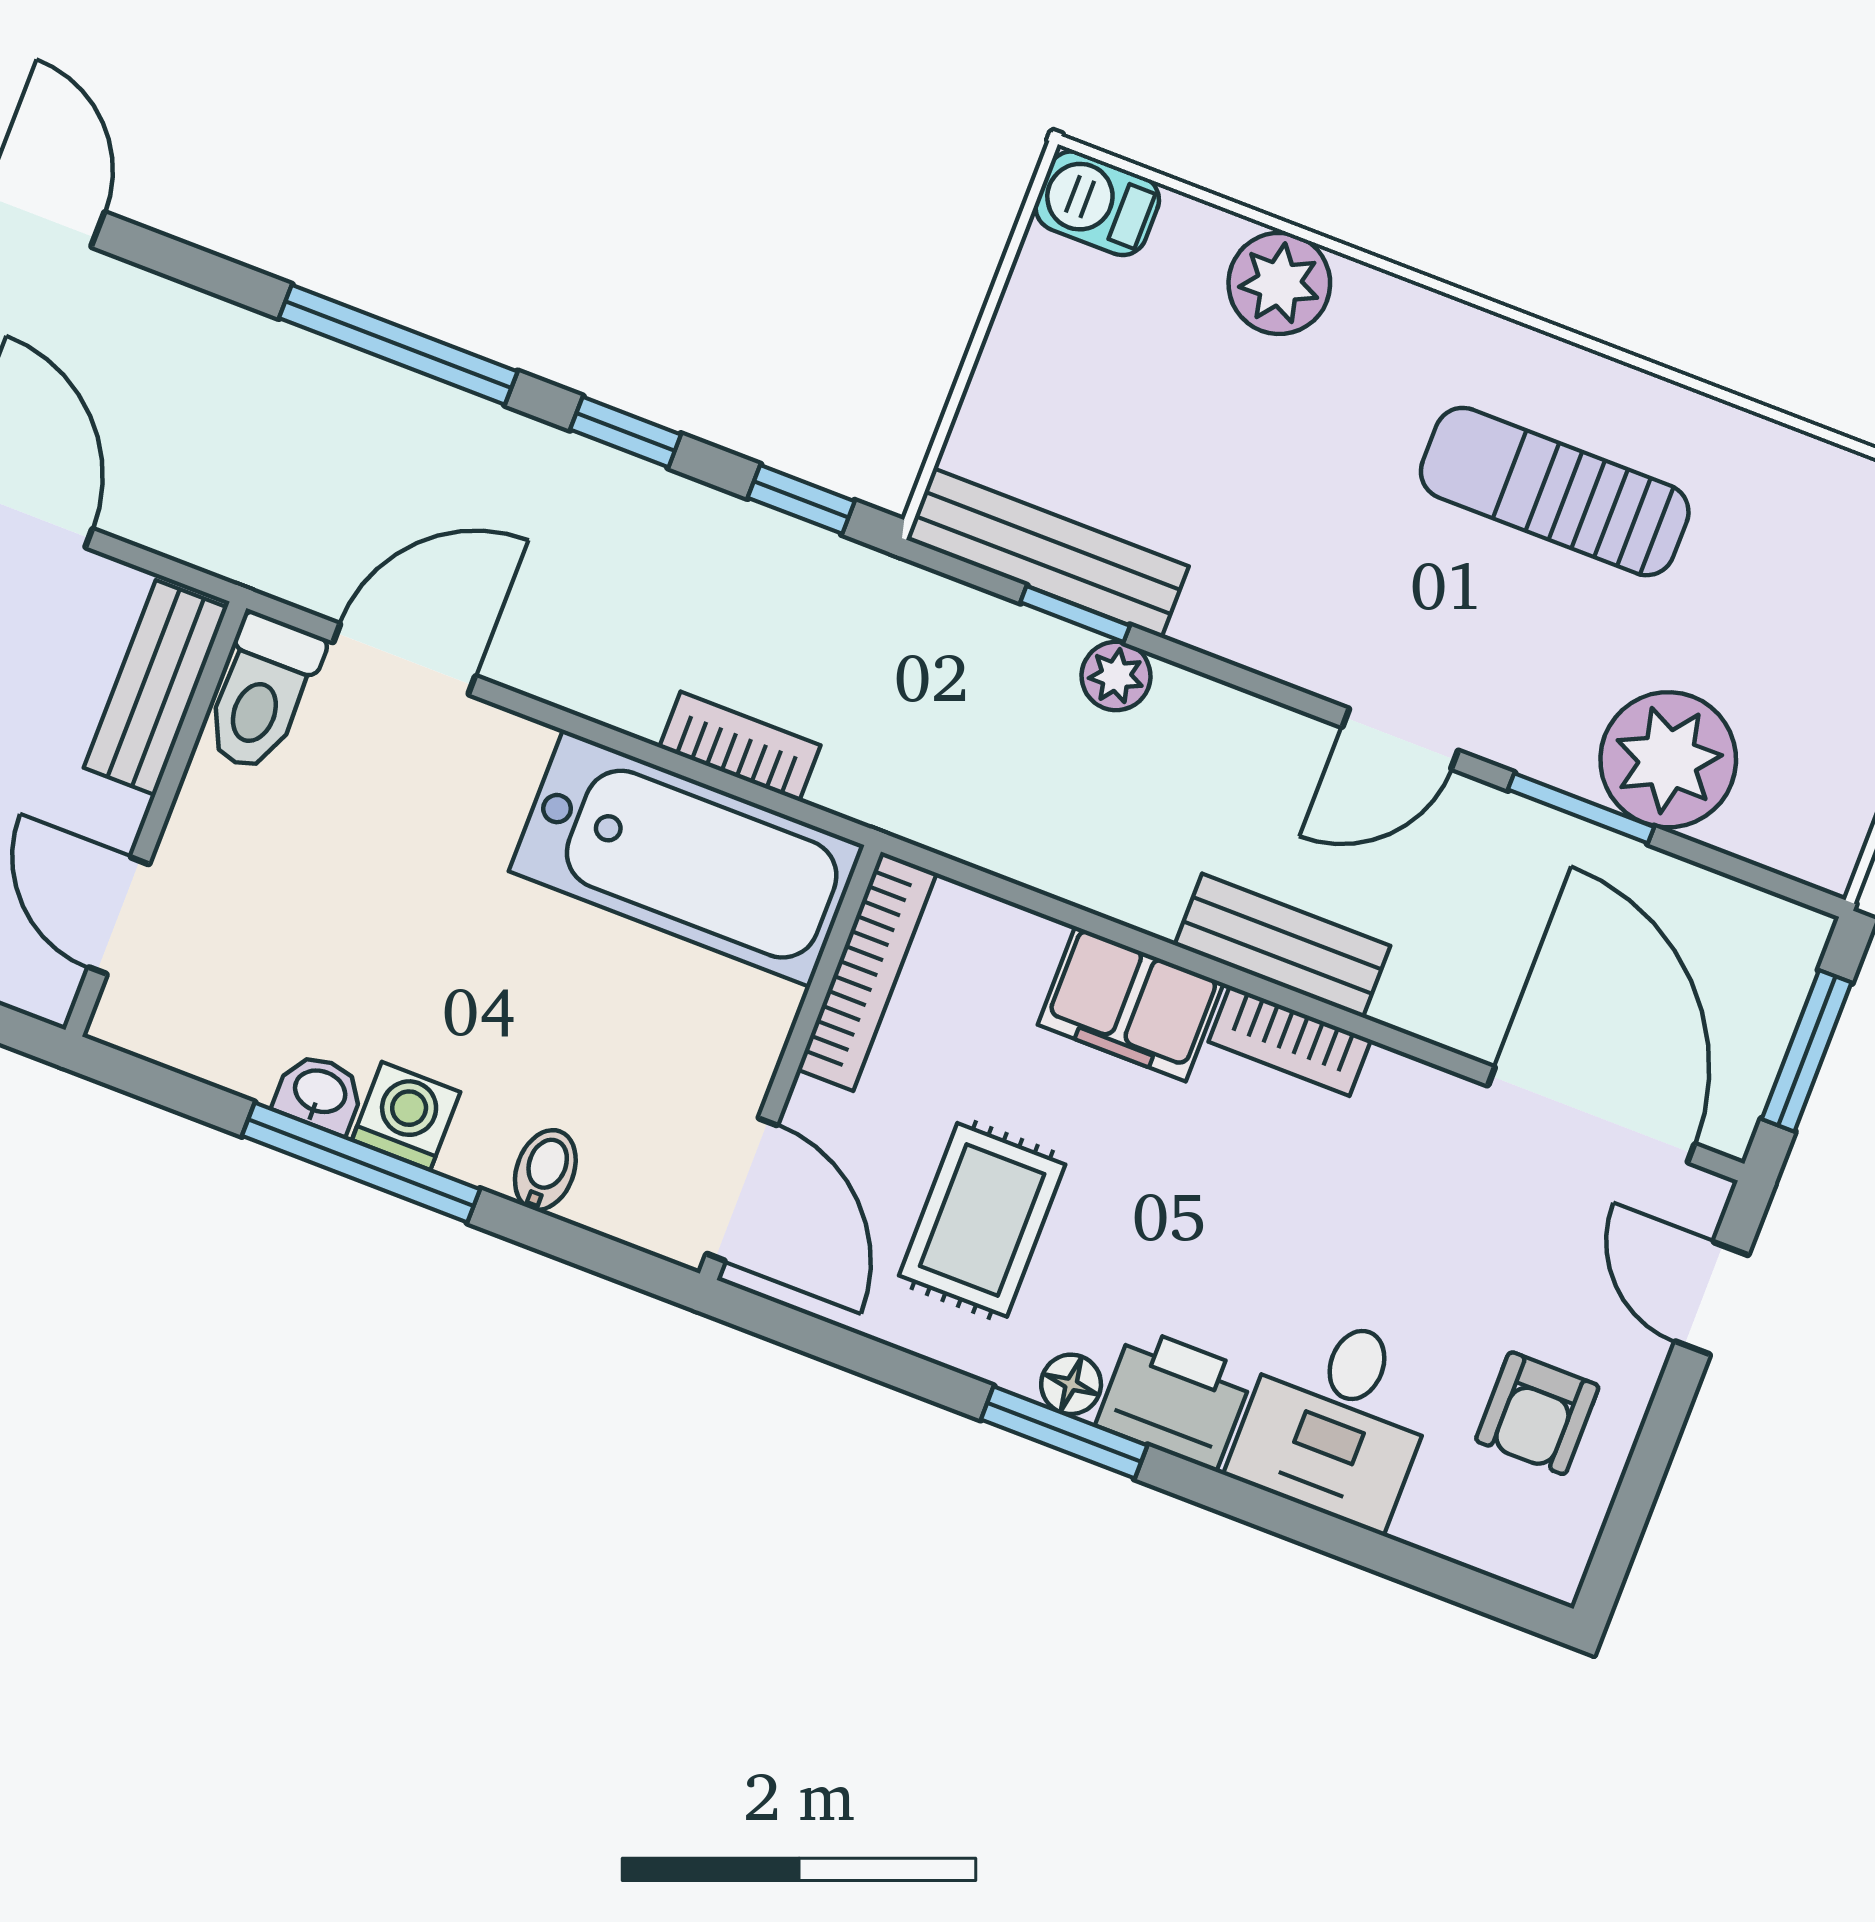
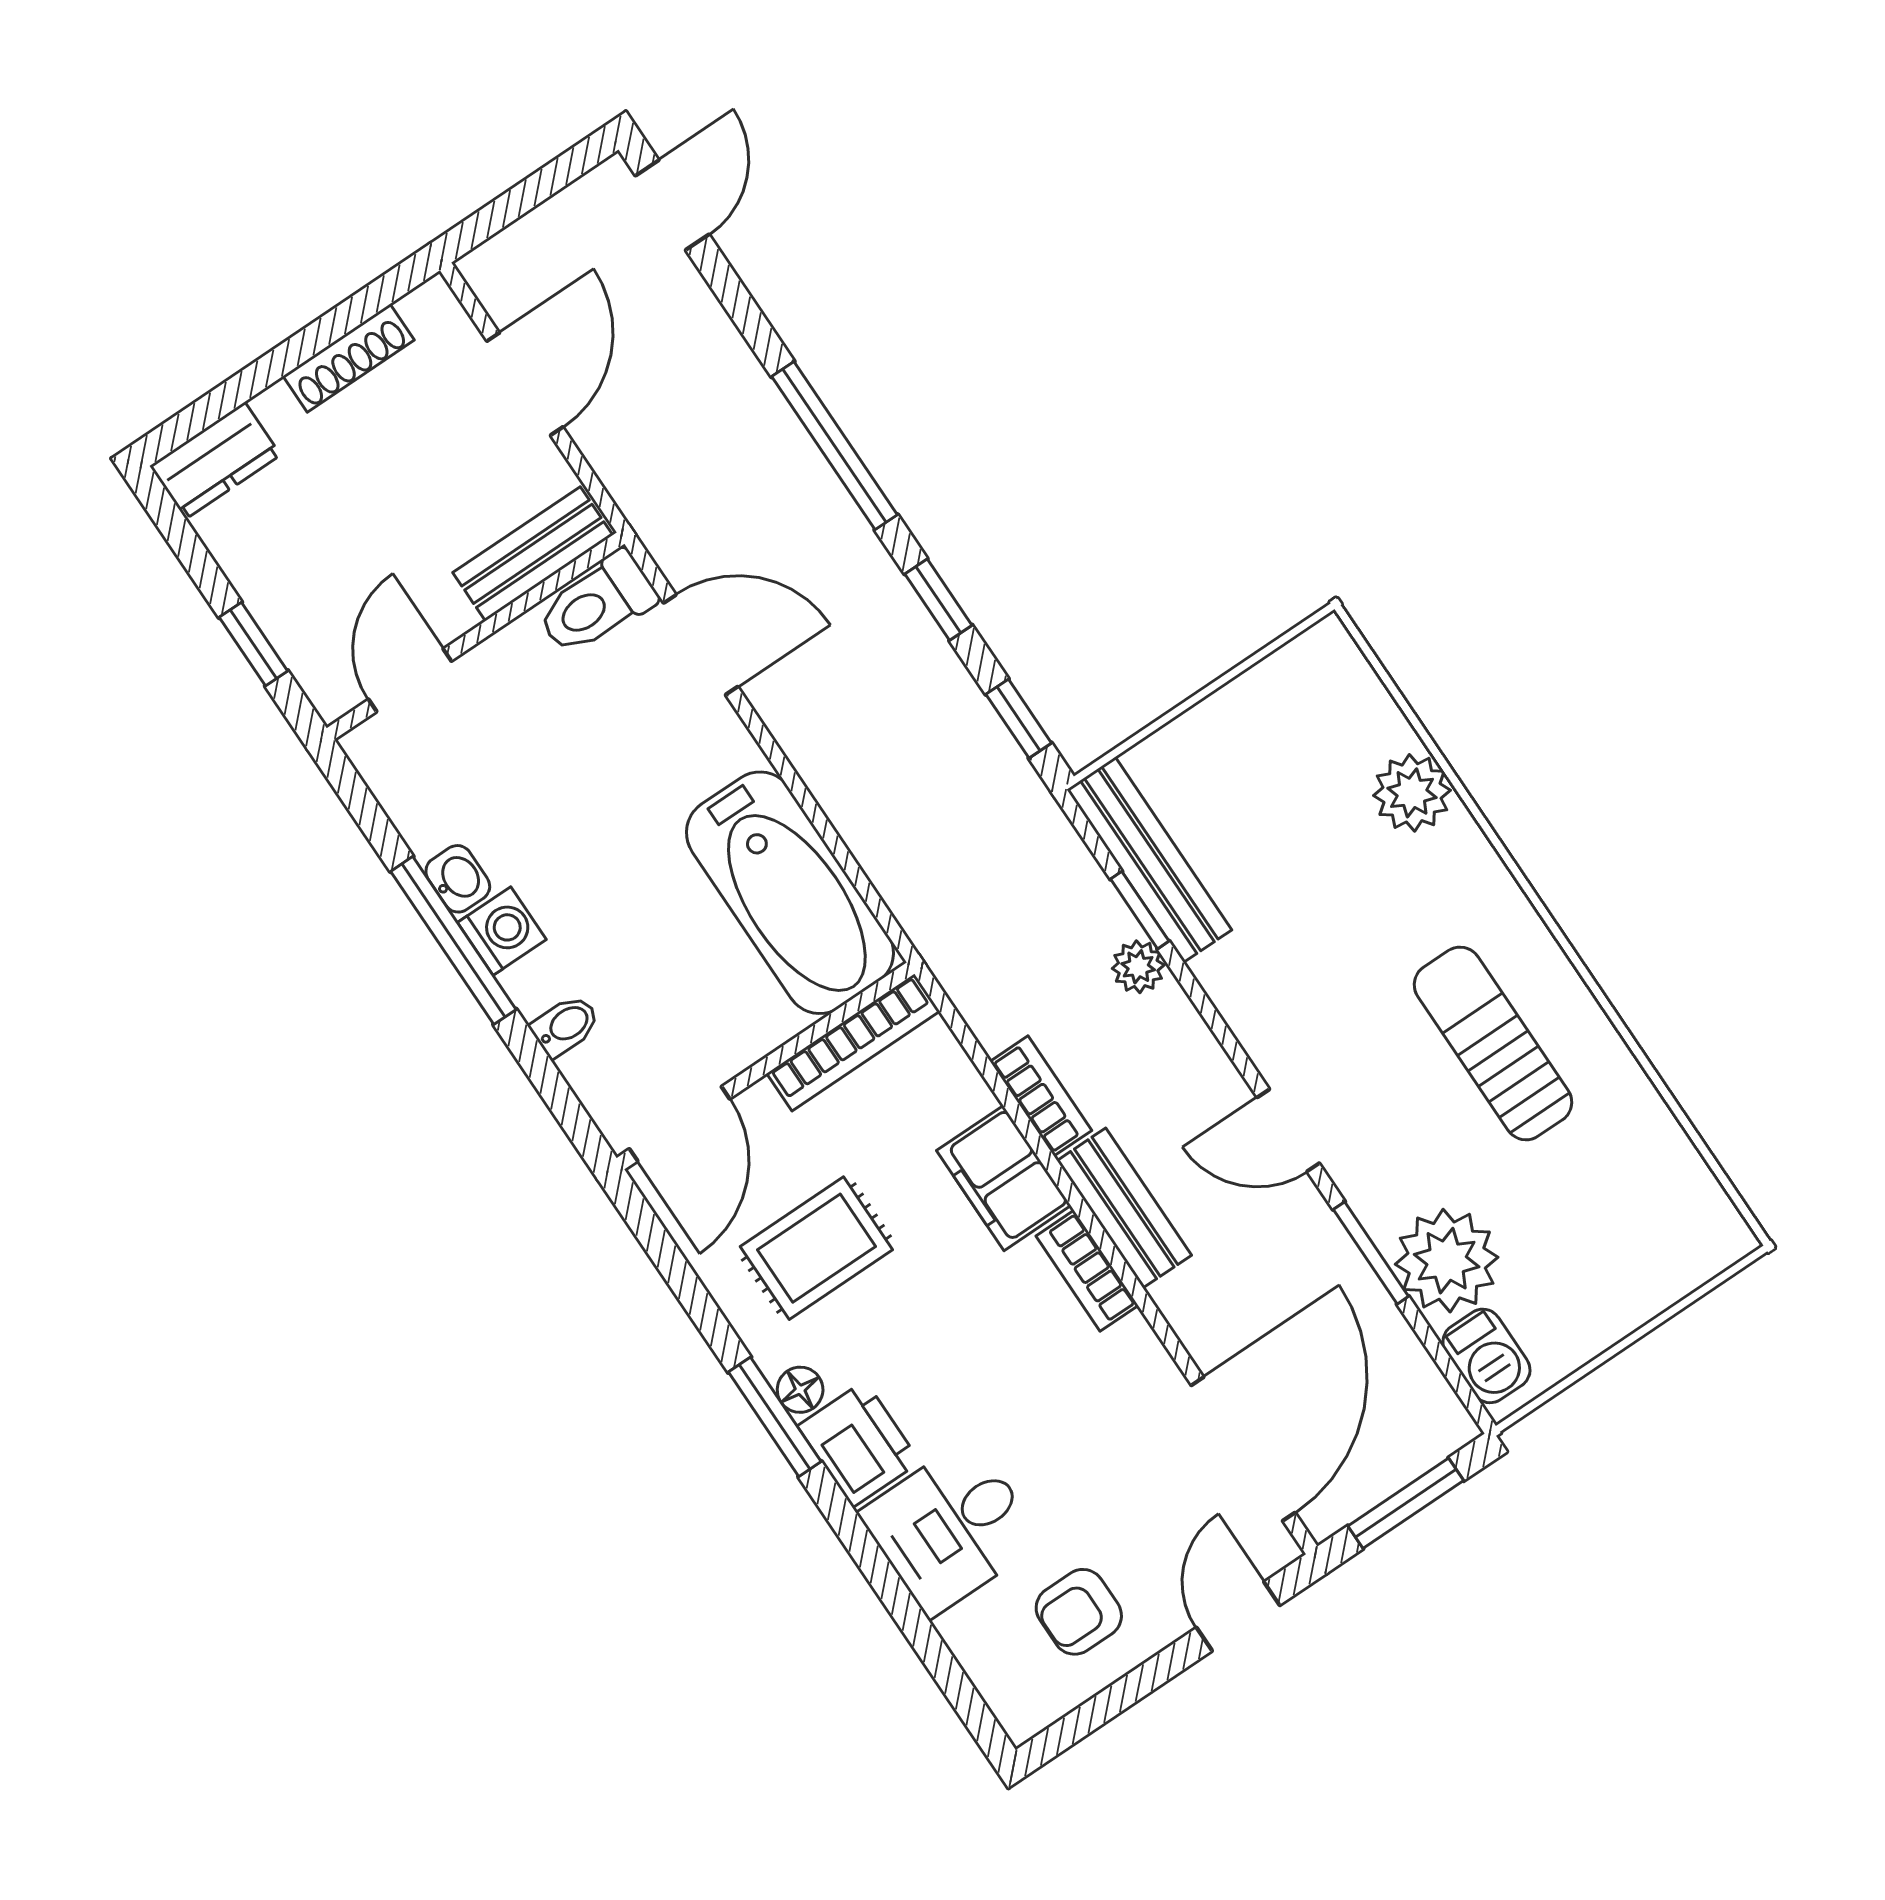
barbecue: (1097, 203) -> (1486, 1356), moved, turned 180
bookcase: (740, 746) -> (1041, 1096), moved

